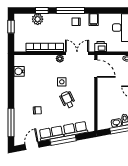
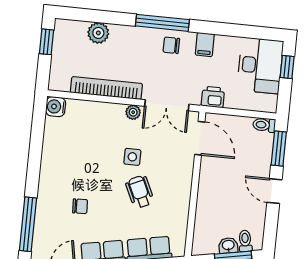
window: (42, 11) -> (108, 17), removed
double door: (77, 53) -> (167, 105), swing flipped
water cooler: (19, 71) -> (56, 107), moved

